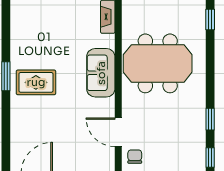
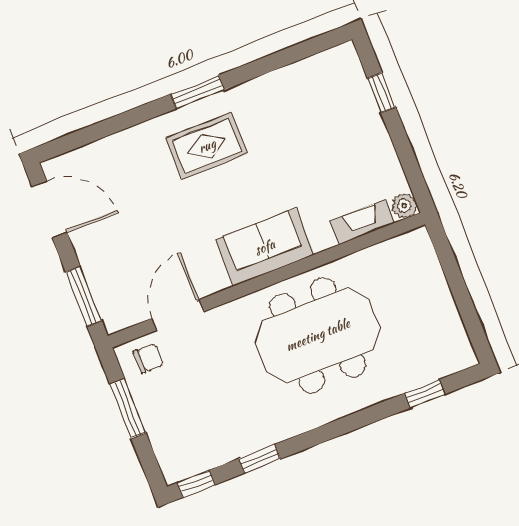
meeting table: (158, 63) -> (318, 335), turned 90
rug: (36, 82) -> (207, 146), turned 90

